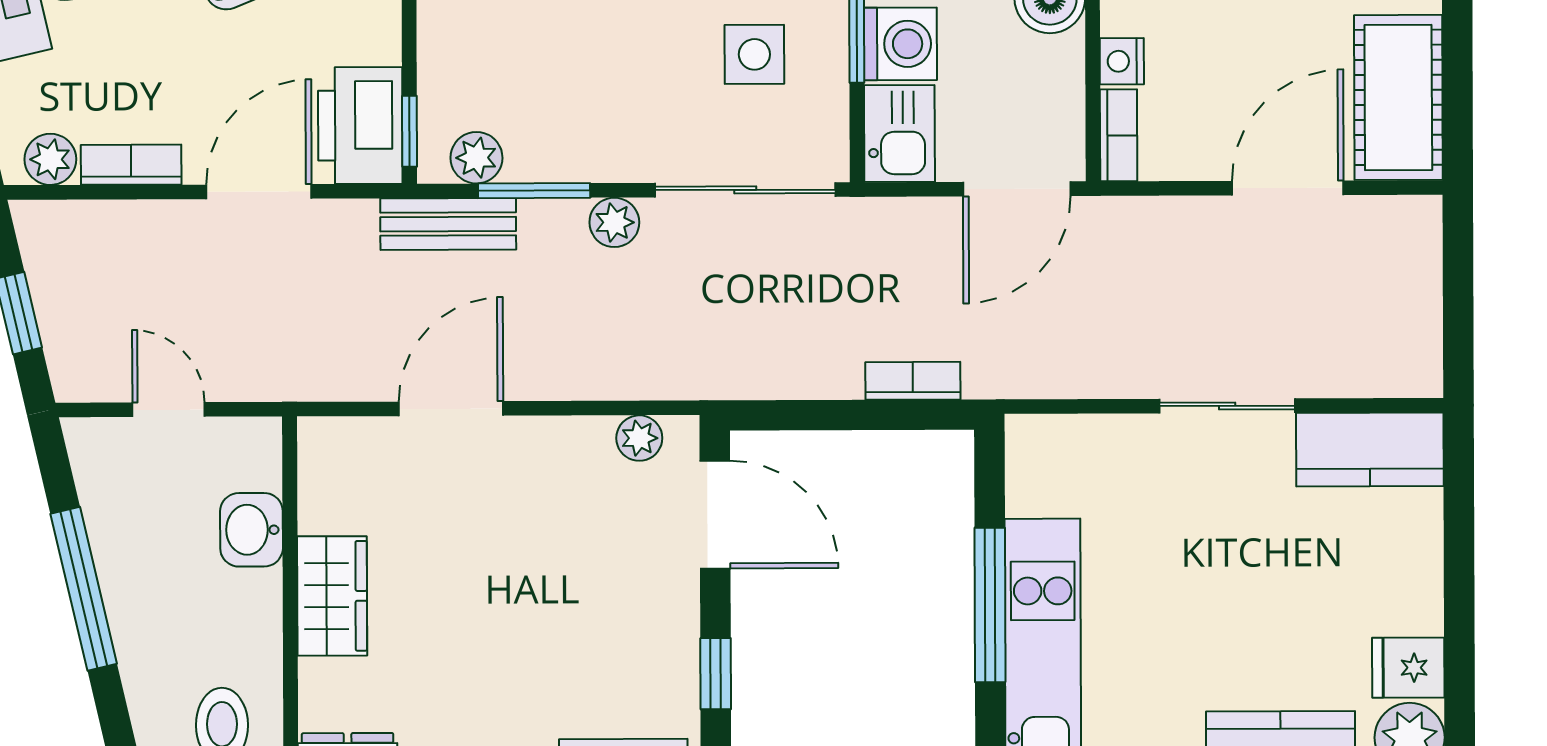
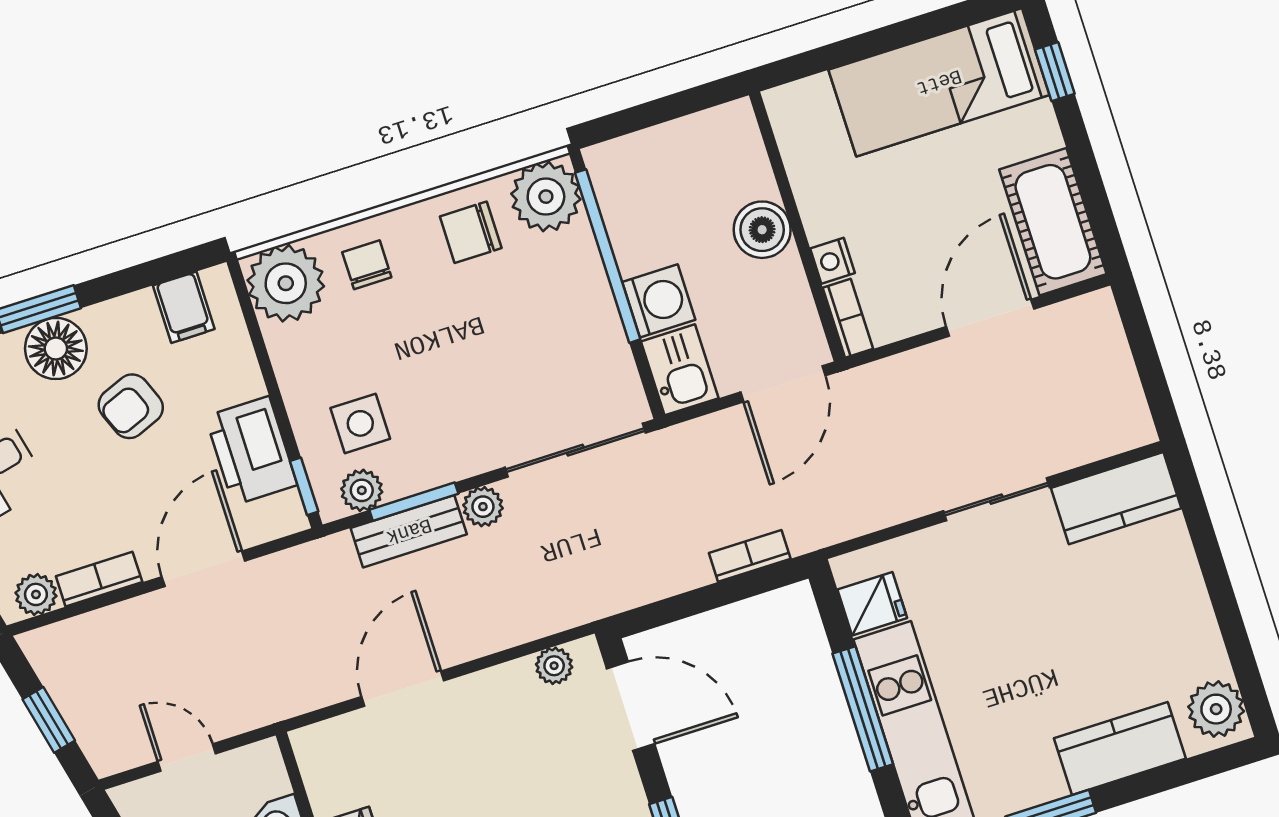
side table: (754, 54) -> (360, 423), moved
printer: (360, 126) -> (251, 451), moved
bench: (448, 224) -> (409, 531), moved
fridge: (1408, 668) -> (872, 604), moved, turned 180

